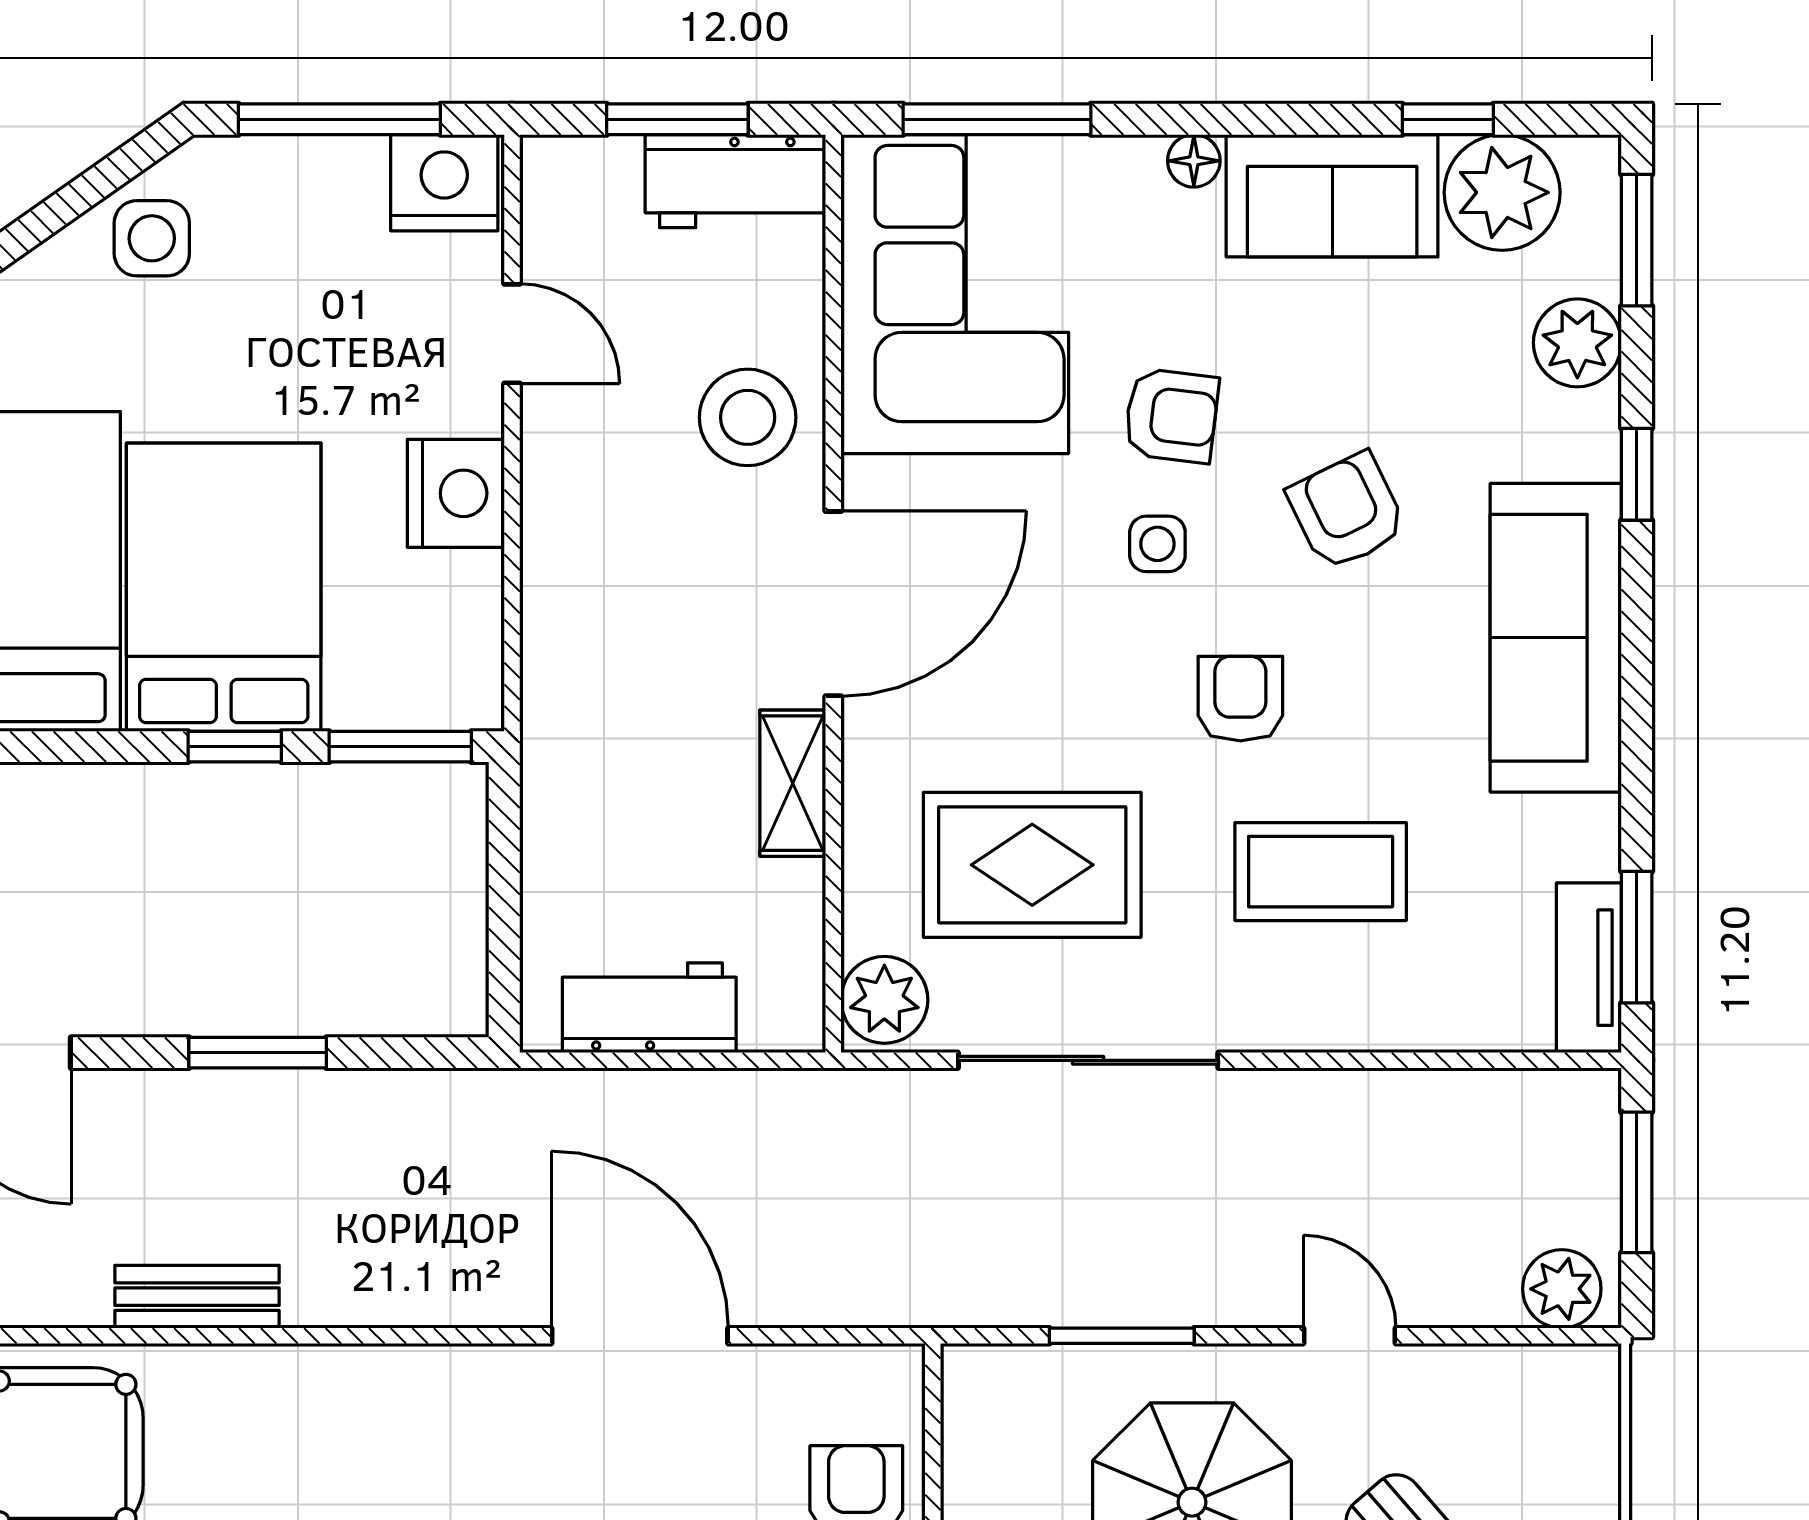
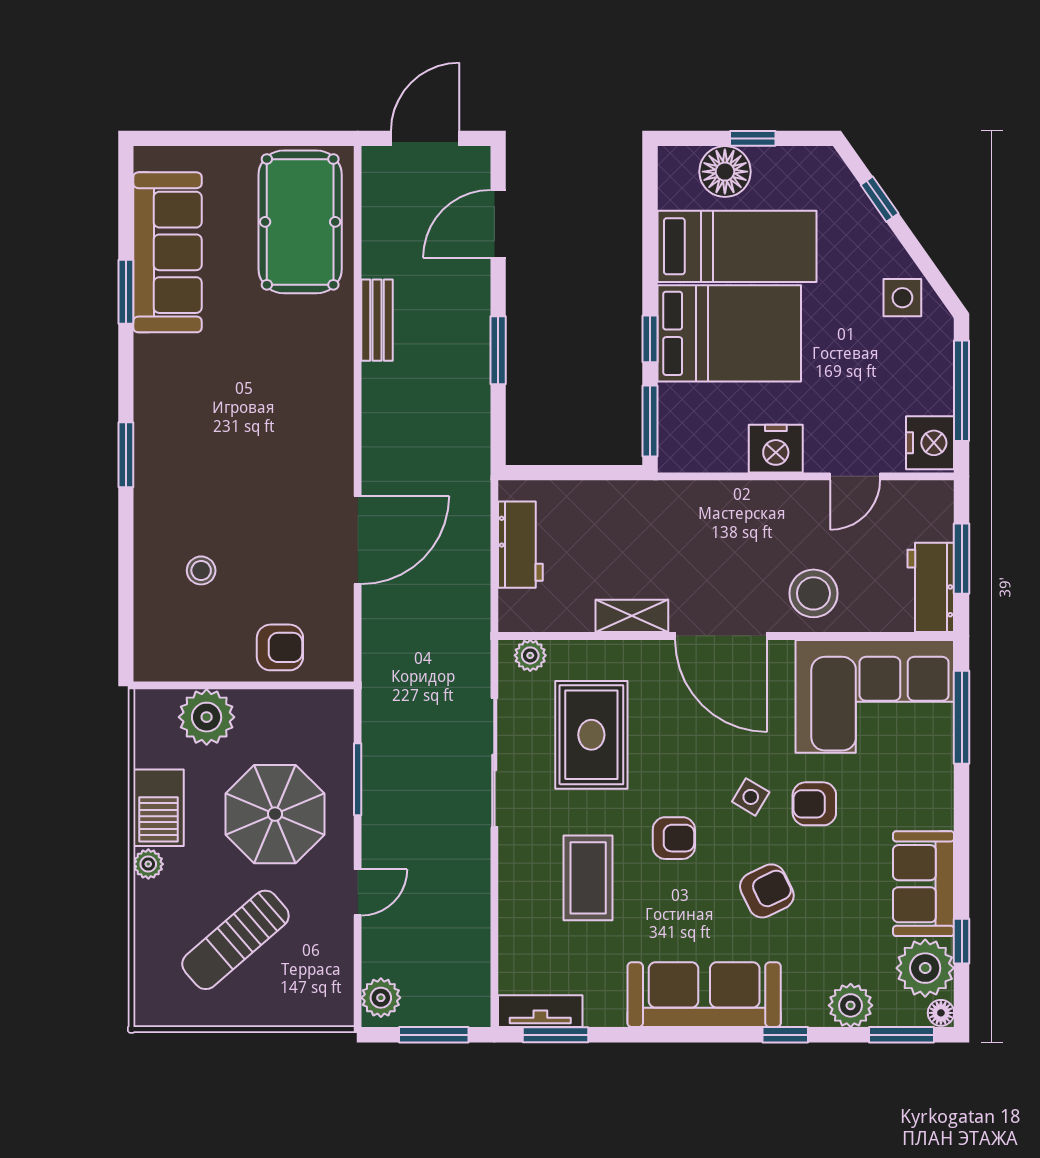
floor lamp: (1194, 161) -> (941, 1013), moved
armchair: (1171, 416) -> (814, 804), turned 83
side table: (1157, 544) -> (751, 797), turned 31
plant: (884, 1000) -> (530, 655), width x0.73, depth x0.73

